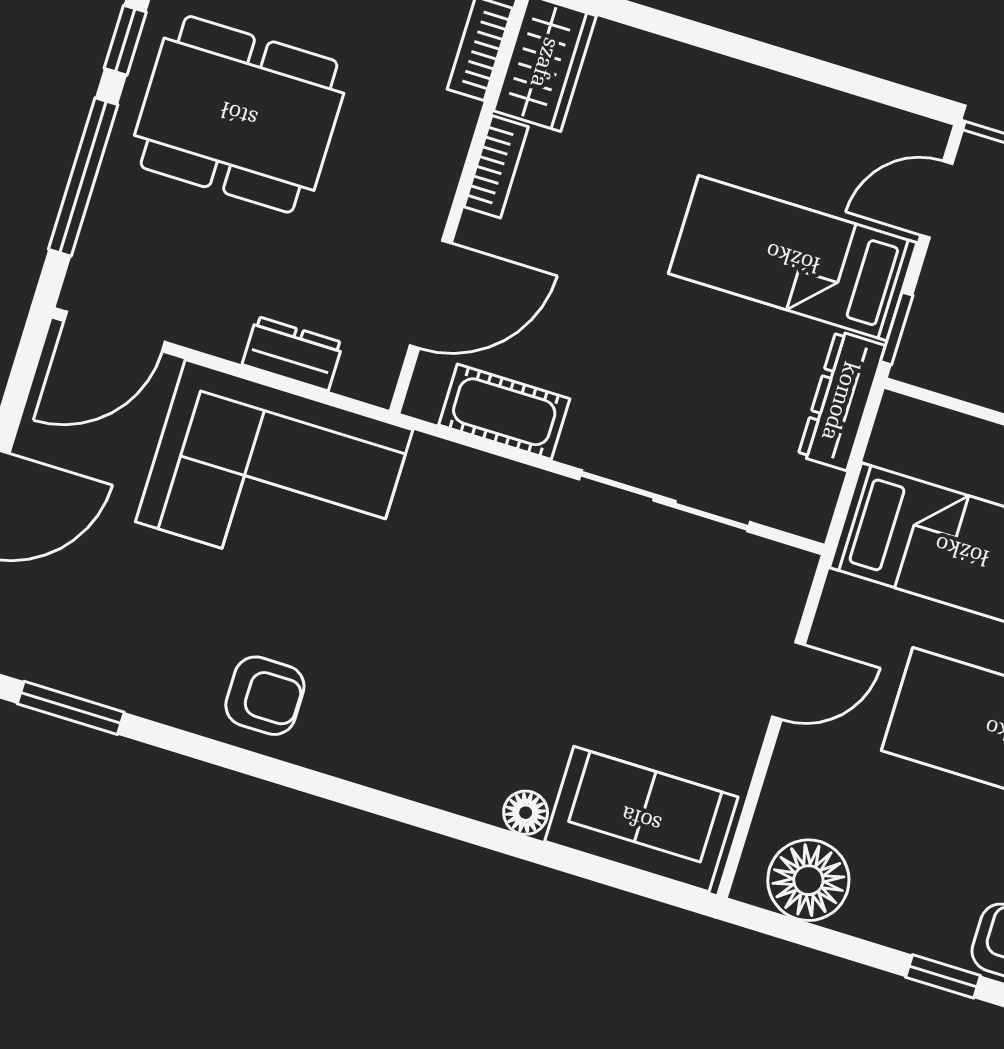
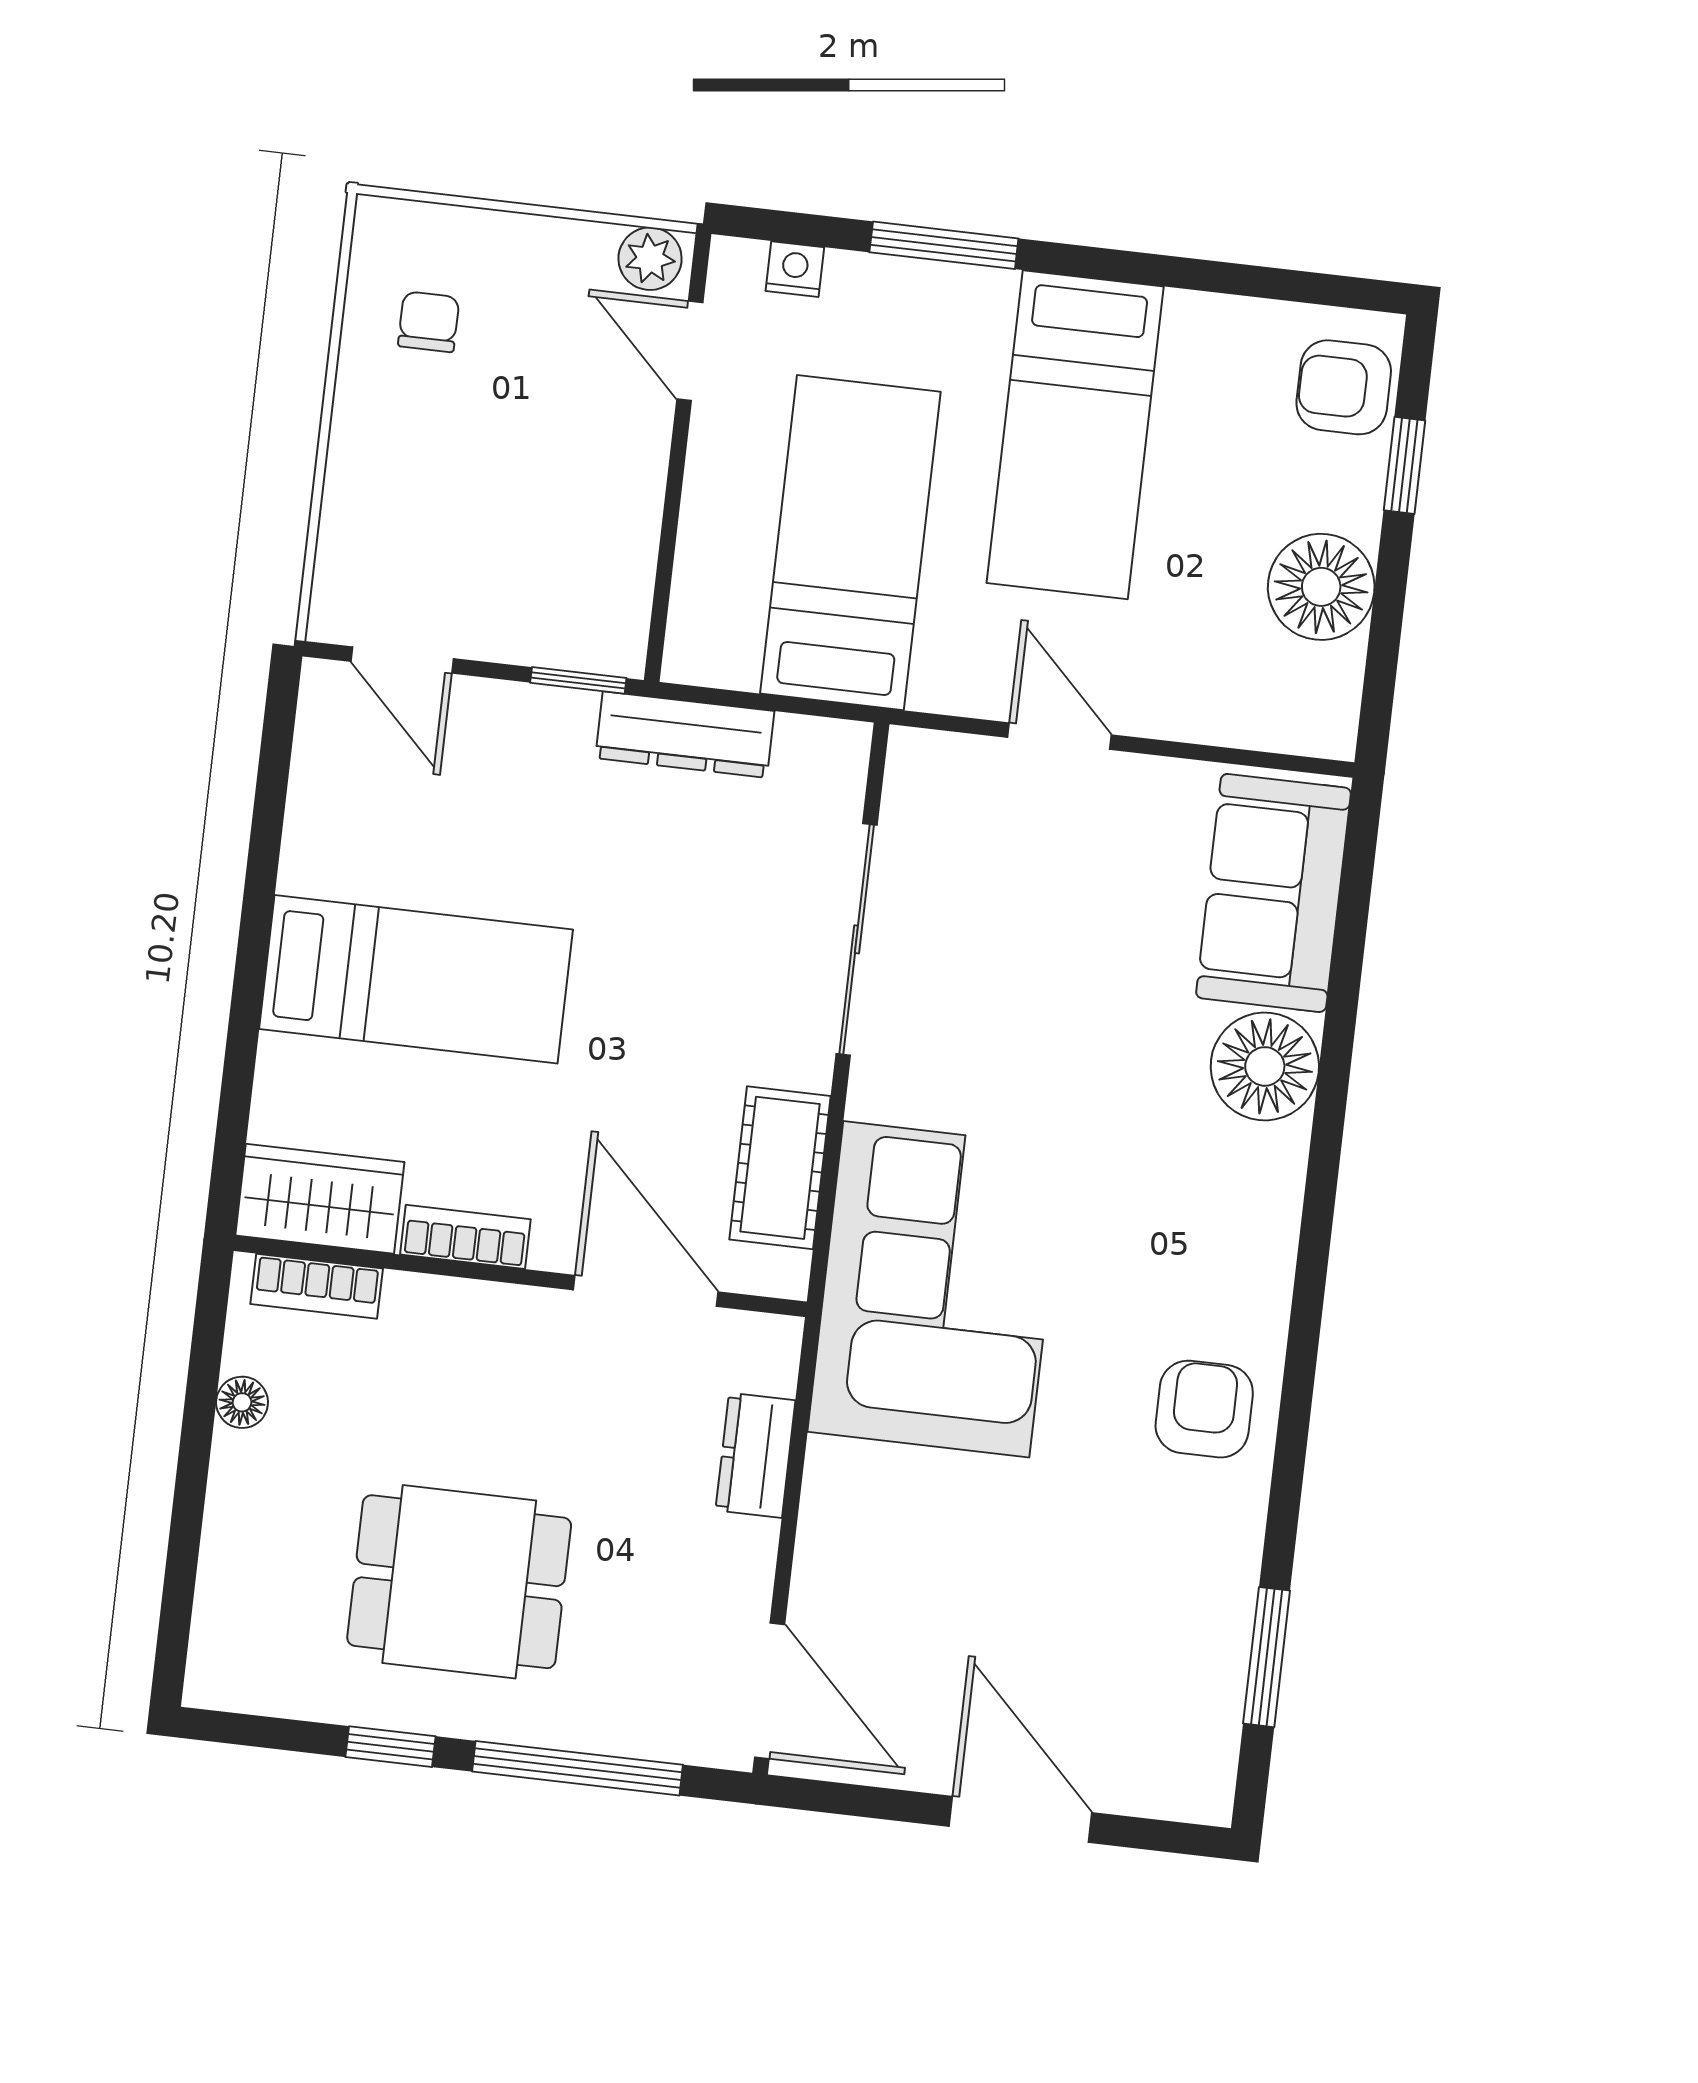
dining table: (239, 114) -> (459, 1582), width x0.73
bed: (793, 258) -> (416, 979), moved, turned -90
corner sofa: (274, 476) -> (936, 1289), moved
floor lamp: (526, 813) -> (1265, 1066), width x1.89, depth x1.89
floor lamp: (808, 880) -> (1321, 587), moved

